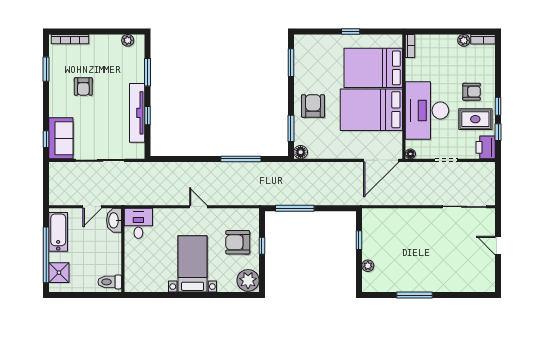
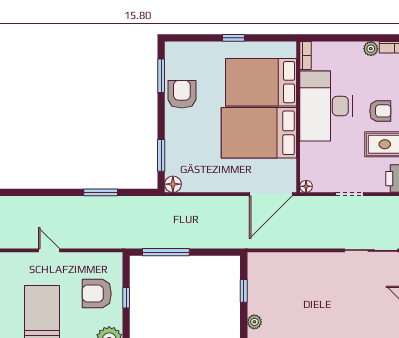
armchair: (313, 106) -> (182, 94), moved
desk: (427, 110) -> (326, 106), moved
window: (241, 159) -> (101, 192), width x0.69

